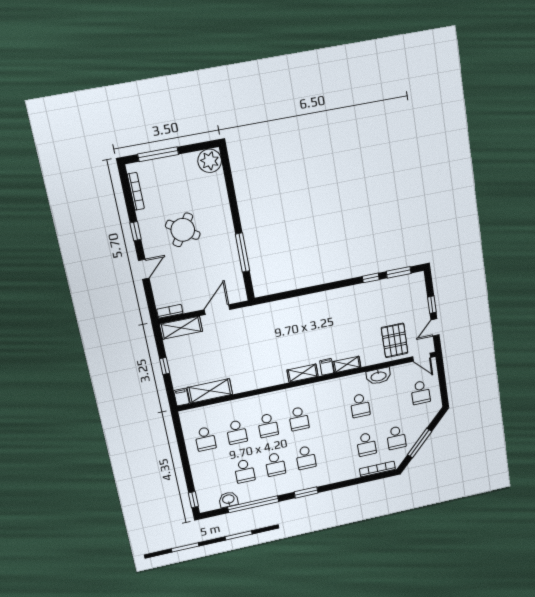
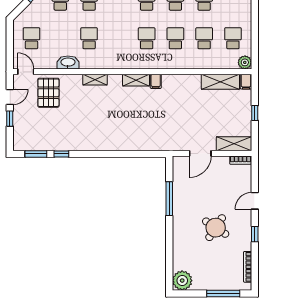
filing cabinet: (327, 367) -> (156, 81), moved
plant: (187, 417) -> (245, 62), added

